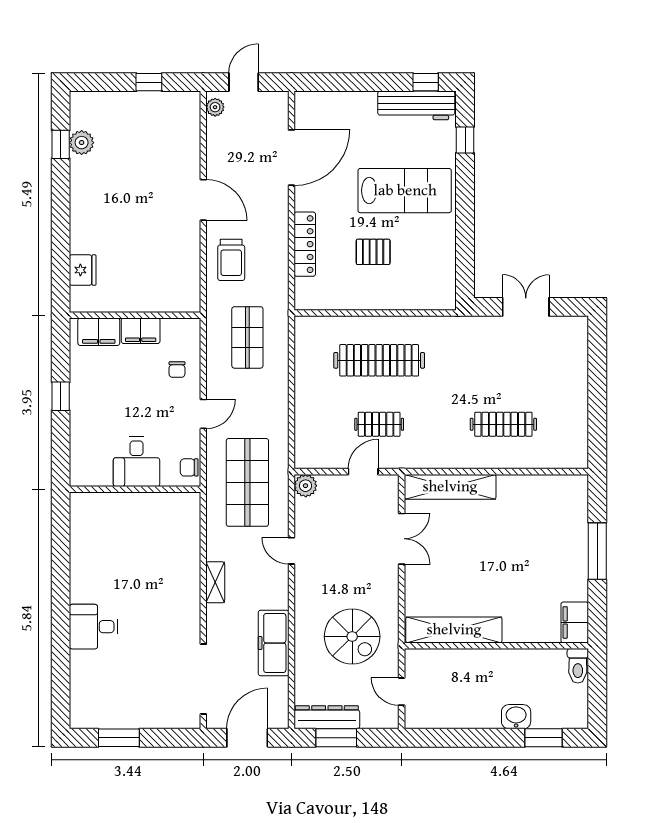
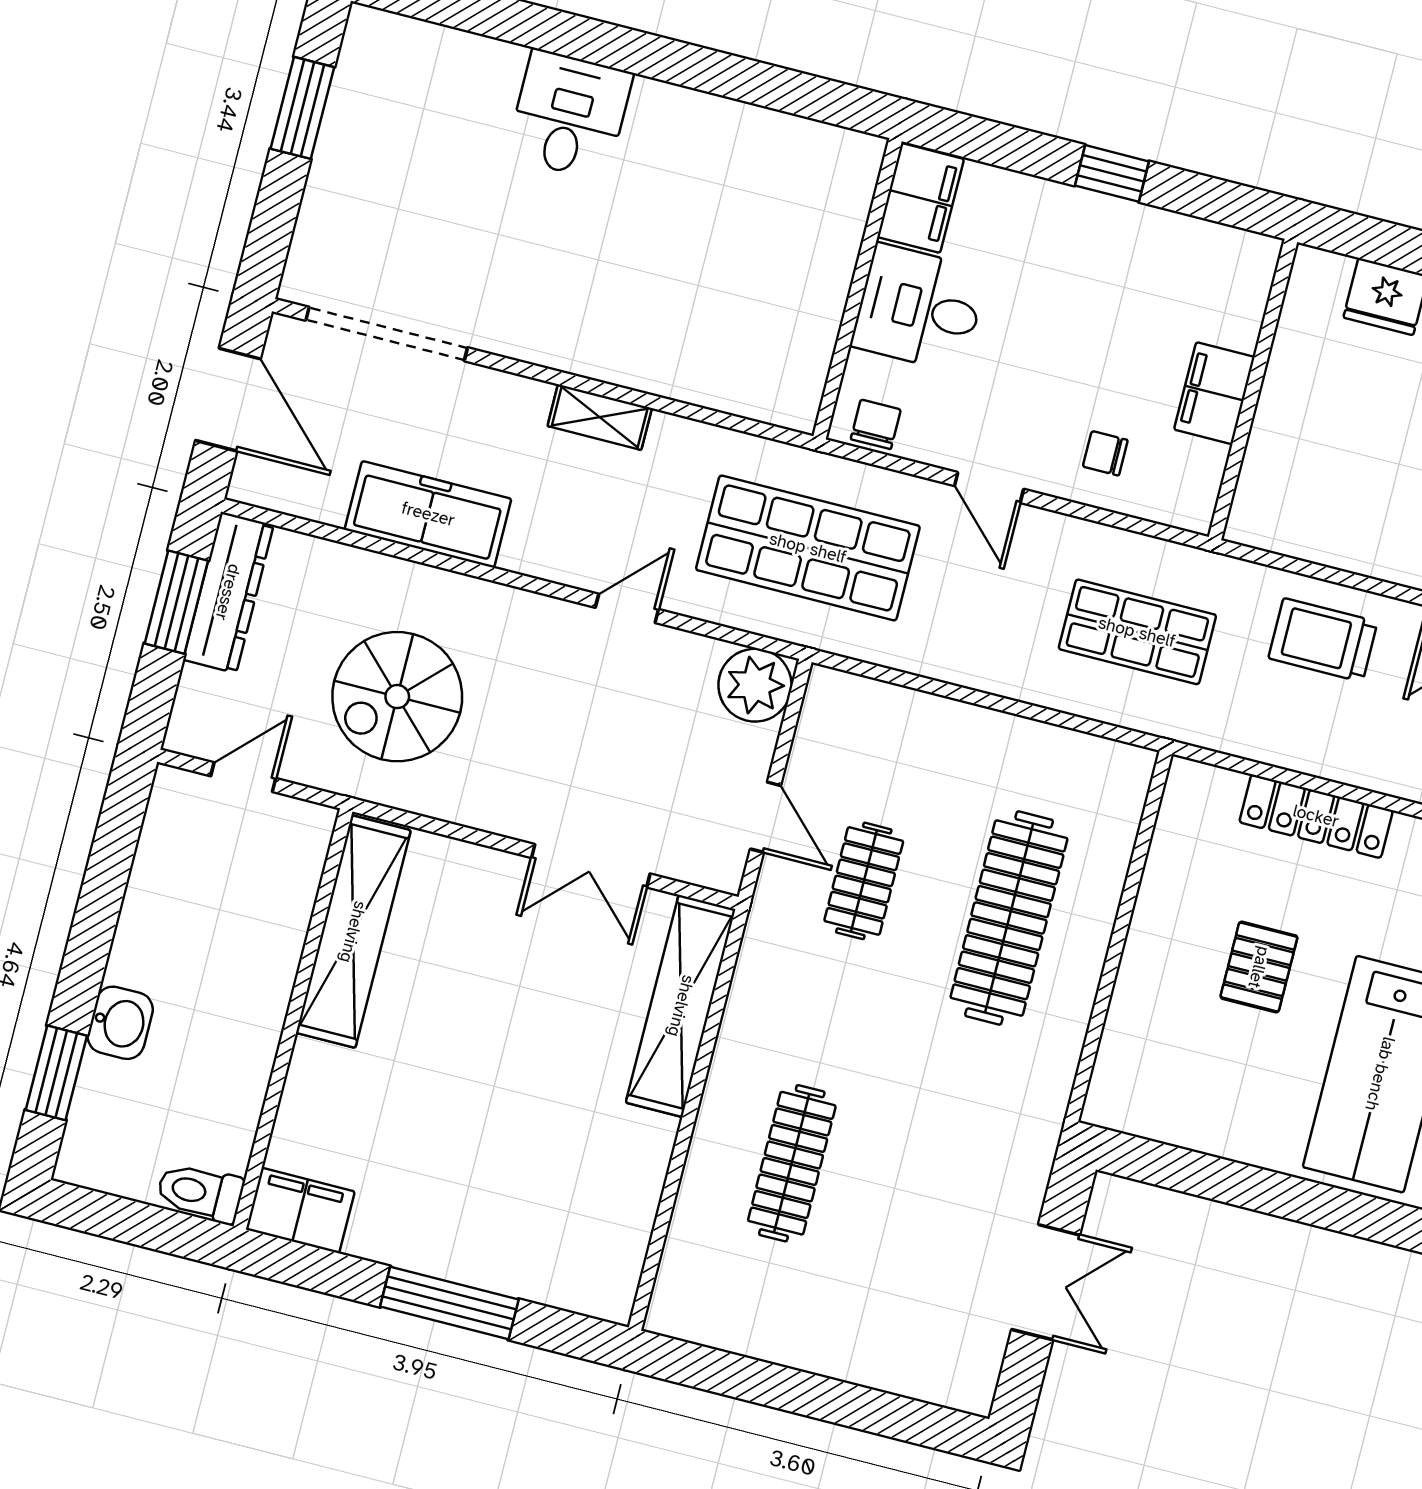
filing cabinet: (99, 332) -> (921, 198), moved, turned 180
plant: (306, 486) -> (755, 685), width x1.36, depth x1.36

